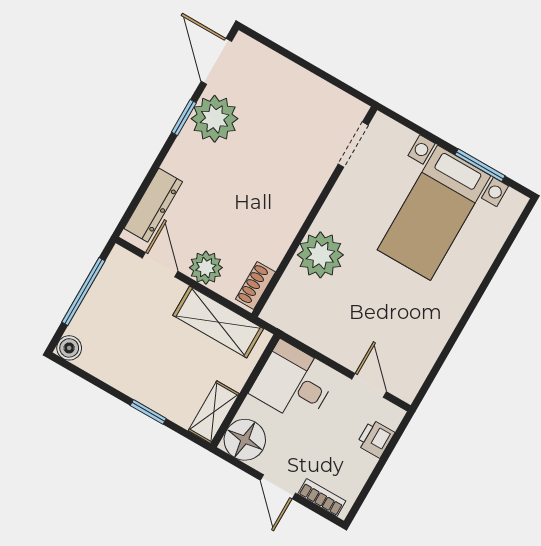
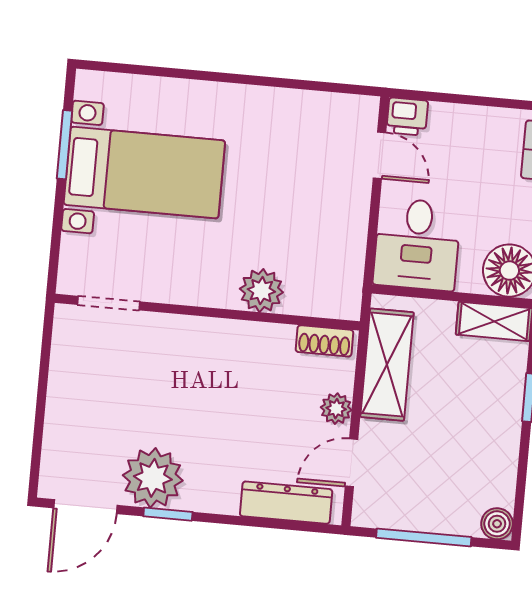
plant: (320, 255) -> (261, 291), width x0.73, depth x0.73
plant: (206, 268) -> (336, 409), width x0.73, depth x0.73
door: (369, 385) -> (380, 155), swing flipped
printer: (375, 439) -> (407, 117), moved

